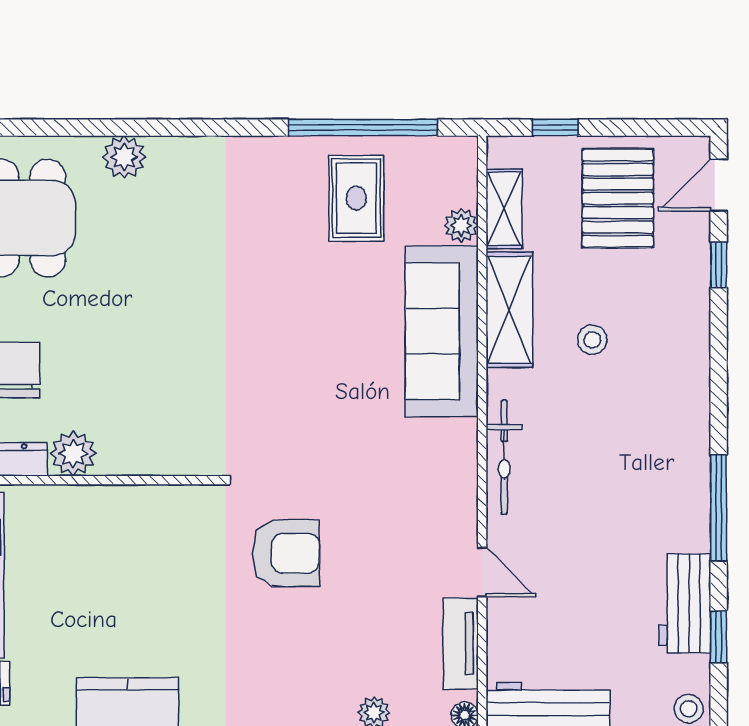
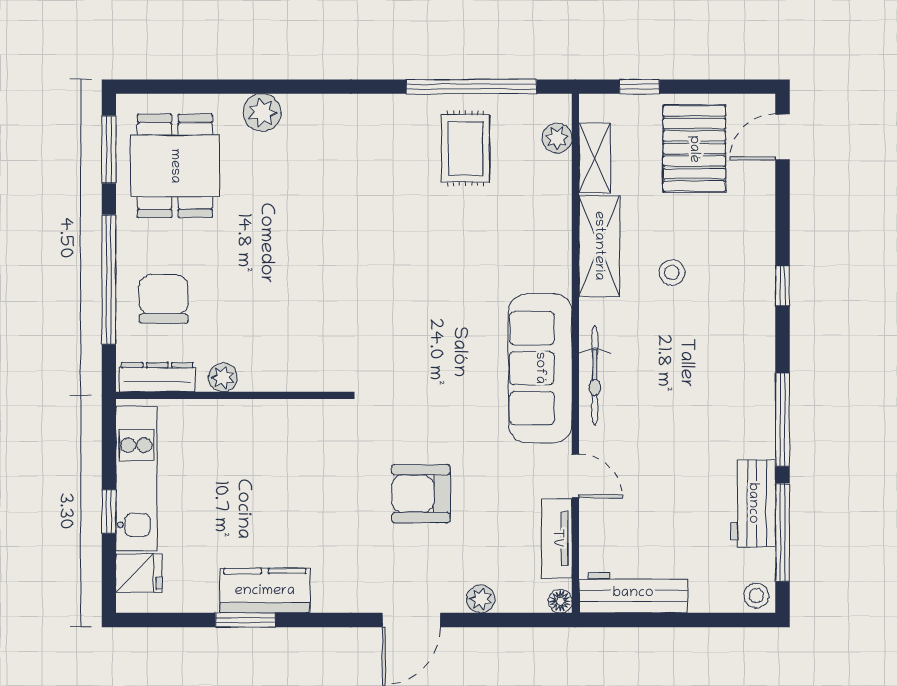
plant: (461, 225) -> (557, 138), moved
window: (719, 265) -> (782, 286), moved
sofa: (442, 331) -> (540, 368), moved
plant: (73, 454) -> (223, 378), width x0.73, depth x0.73
armchair: (286, 553) -> (421, 494), moved, turned 180
window: (719, 637) -> (782, 532), width x2.17

